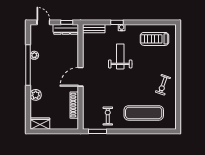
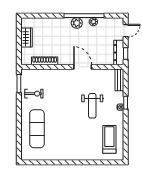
weight bench: (120, 56) -> (92, 106), turned 90
door: (80, 77) -> (83, 67), moved
exercise bike: (163, 85) -> (64, 148), removed
plant: (36, 95) -> (77, 23), moved
wardrobe: (40, 124) -> (27, 37), moved

